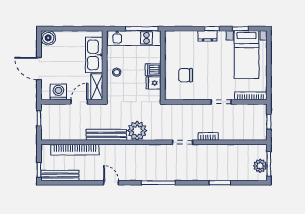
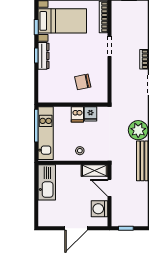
dresser: (207, 36) -> (43, 56), width x1.44
boiler: (48, 38) -> (45, 219), removed
kitchen sink: (94, 55) -> (47, 182), moved, turned -90
chair: (186, 75) -> (83, 82), turned 78

